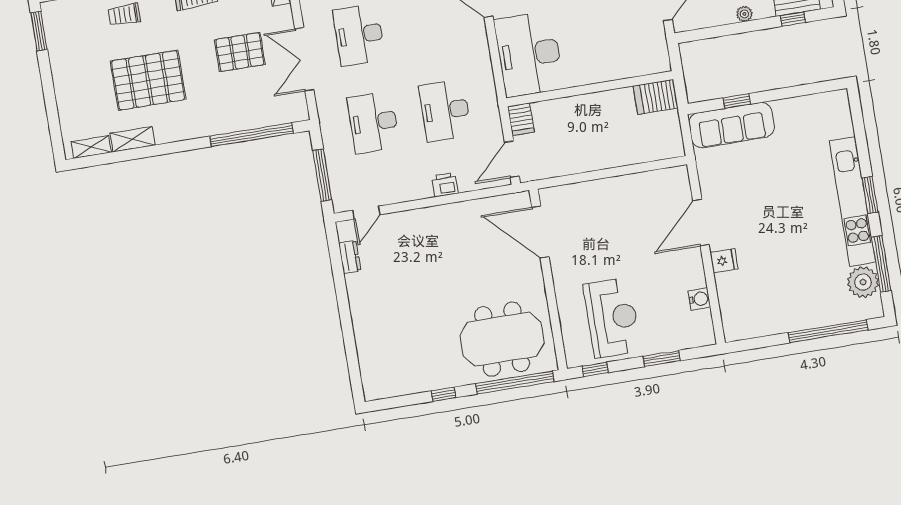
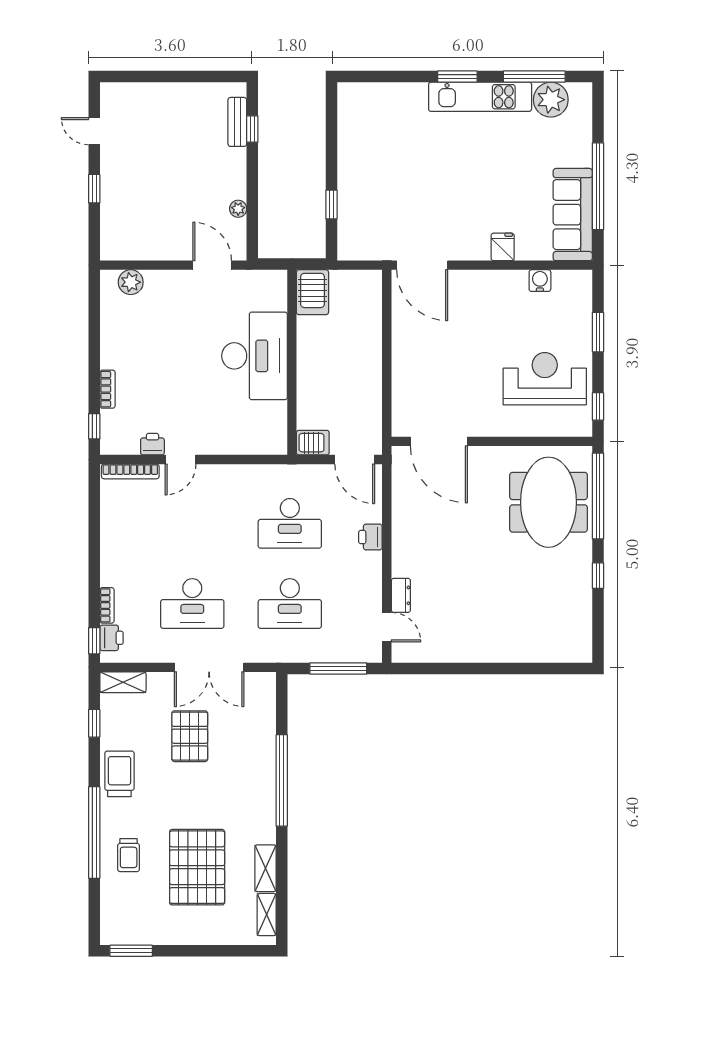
plant: (744, 14) -> (238, 209), moved
desk: (529, 54) -> (255, 356), moved, turned -90
pallet: (148, 80) -> (197, 867), moved
sofa: (732, 125) -> (573, 215), moved, turned 180
window: (252, 135) -> (282, 780), moved
kitchen unit: (852, 202) -> (480, 97), width x0.73
door: (701, 222) -> (422, 265), moved
door: (540, 232) -> (439, 441), hinge flipped
dresser: (350, 257) -> (401, 595), moved, turned 90
window: (828, 331) -> (598, 186), moved

